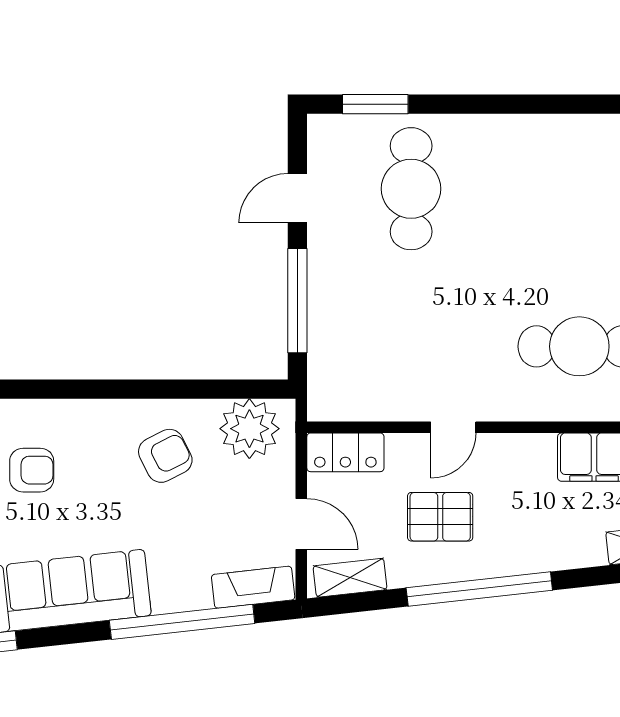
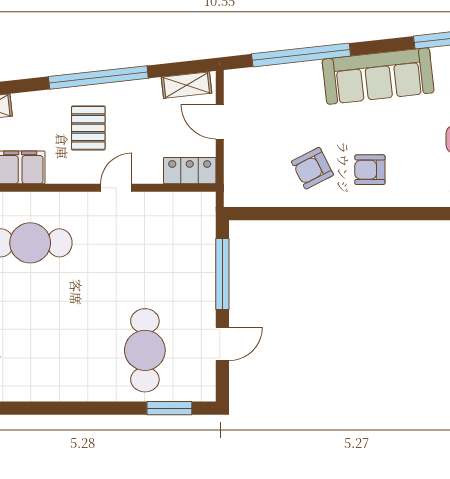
plant: (249, 429) -> (255, 187), removed
armchair: (32, 470) -> (370, 170), moved
pallet: (440, 517) -> (88, 128), moved, turned 90
fireplace: (253, 587) -> (253, 79), removed

